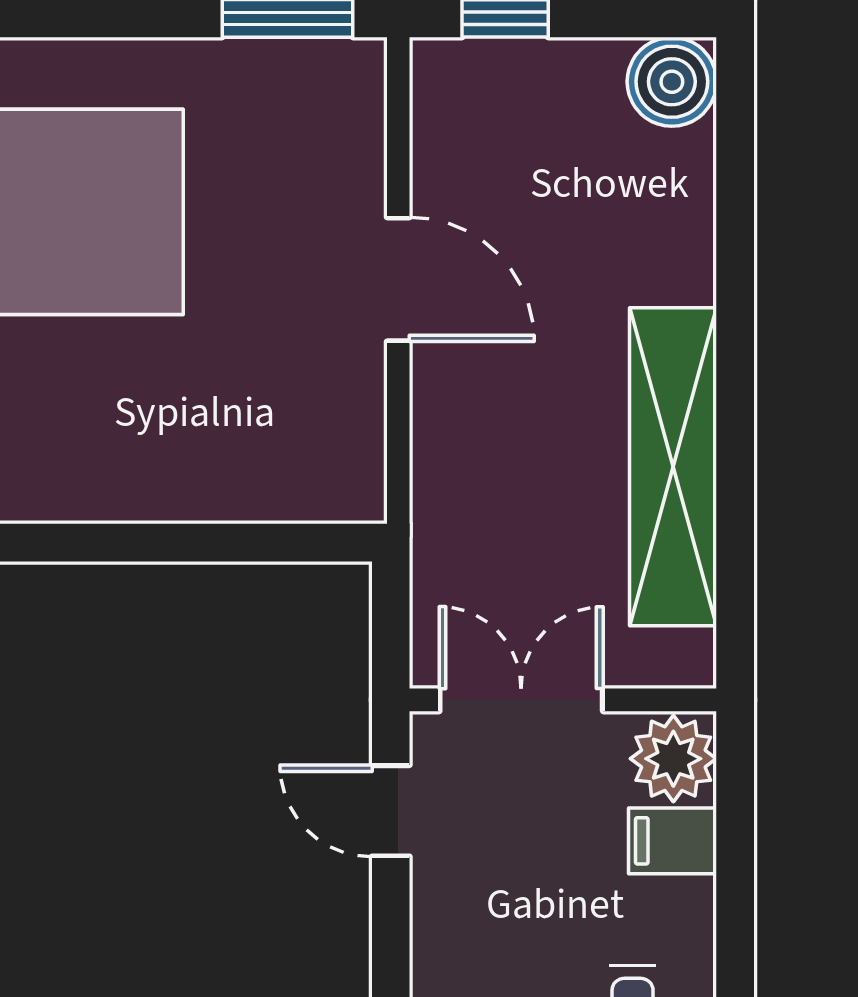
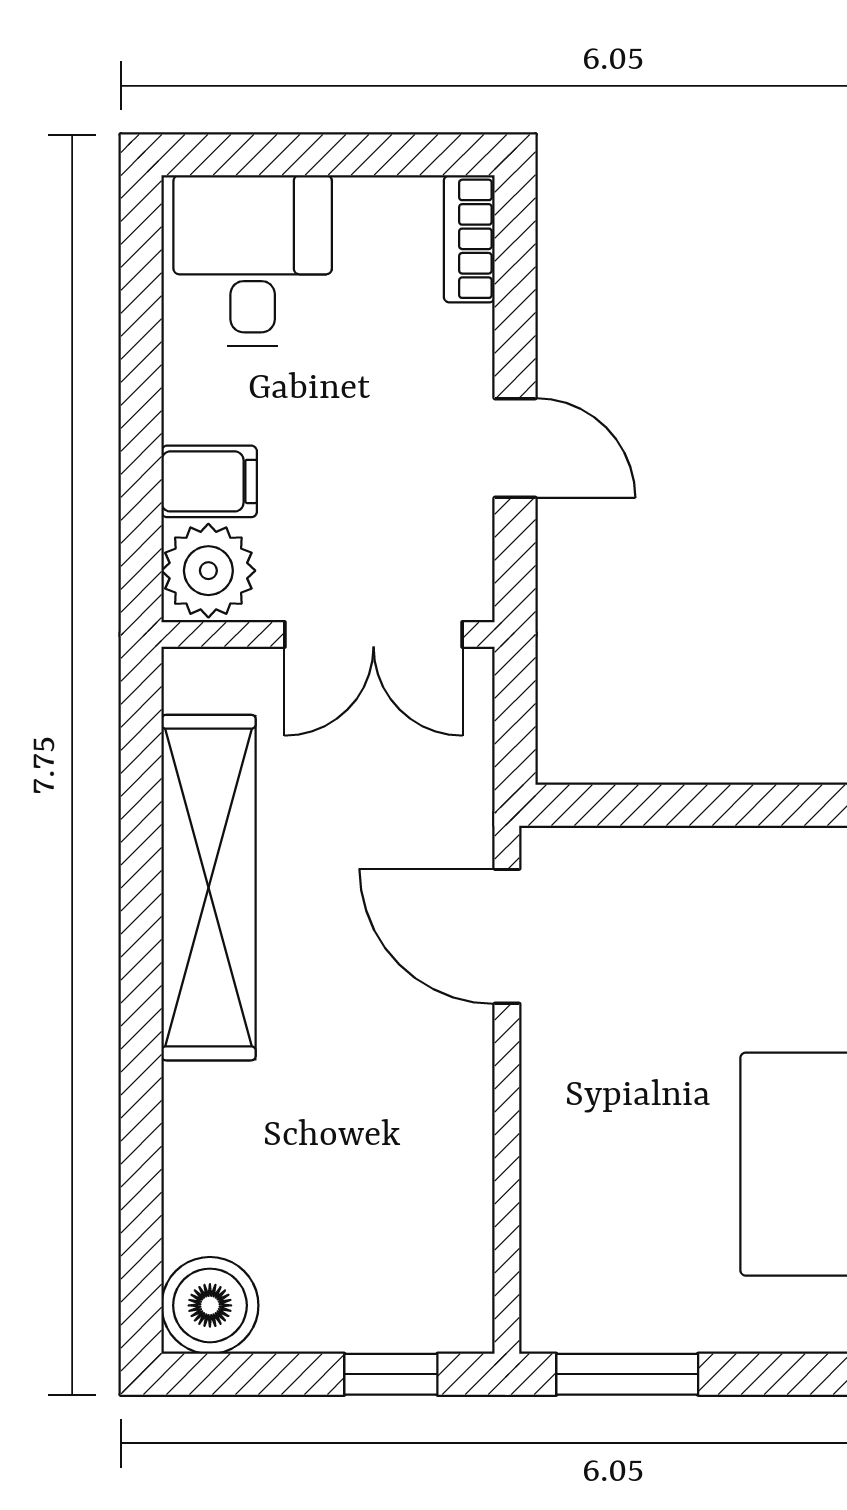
door: (398, 279) -> (507, 936), moved
door: (391, 811) -> (515, 448), moved

